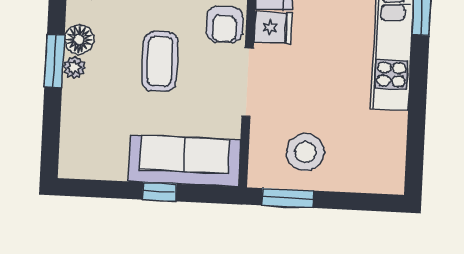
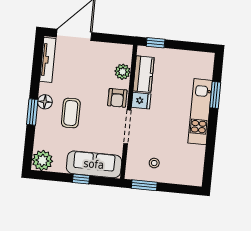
coffee table: (160, 61) -> (71, 113), moved
plant: (74, 67) -> (42, 160), moved, width x1.88, depth x1.88
stool: (305, 152) -> (154, 163), width x0.53, depth x0.53

